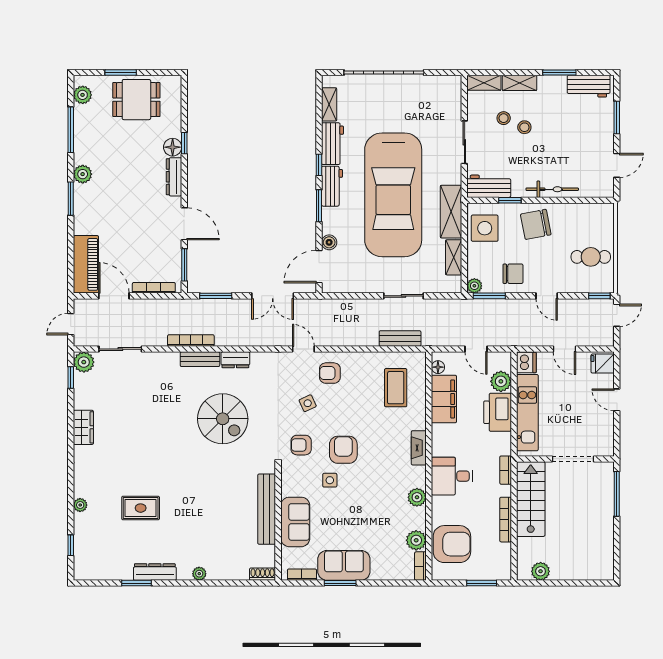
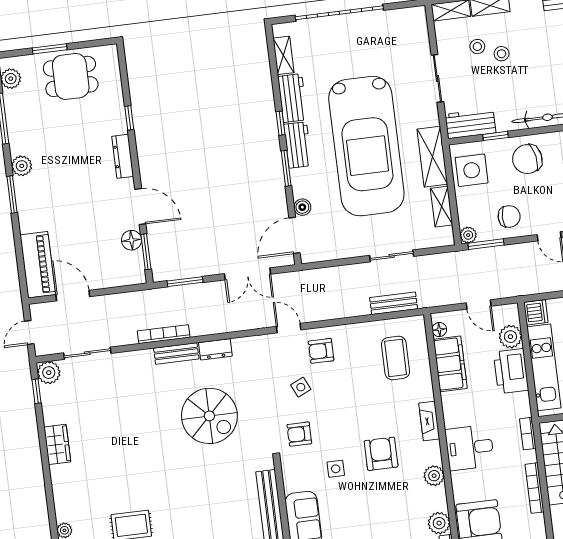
floor lamp: (173, 147) -> (132, 240), moved
bookcase: (154, 288) -> (116, 281), removed
armchair: (343, 450) -> (381, 454), moved

